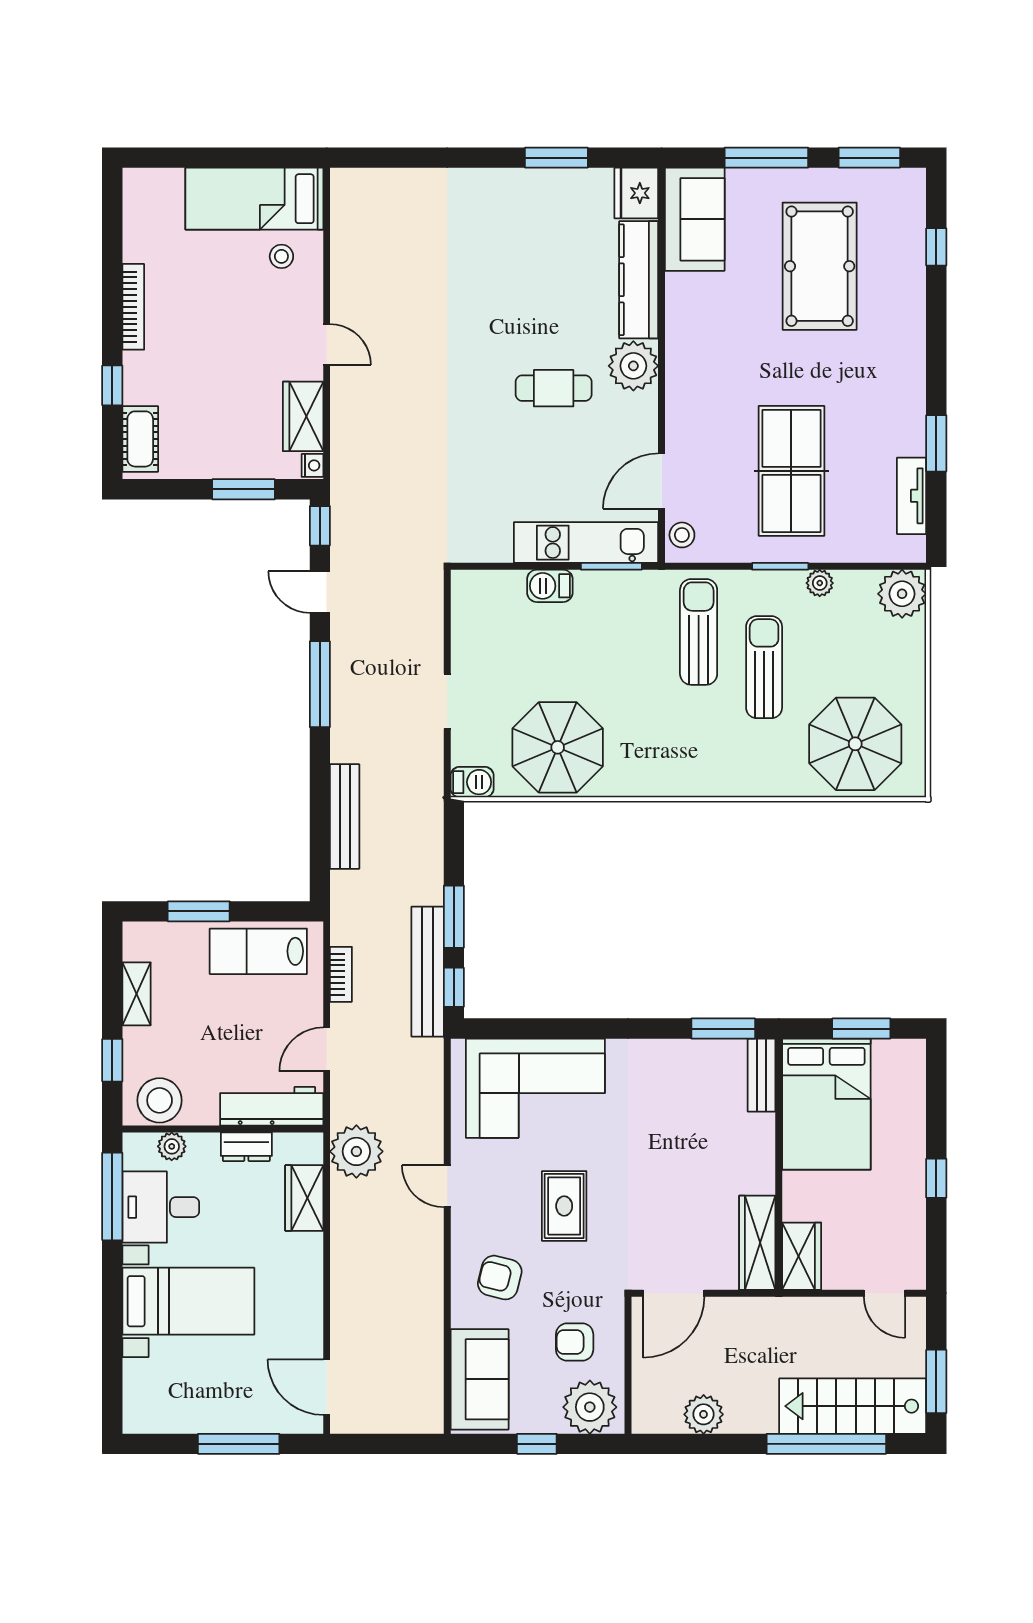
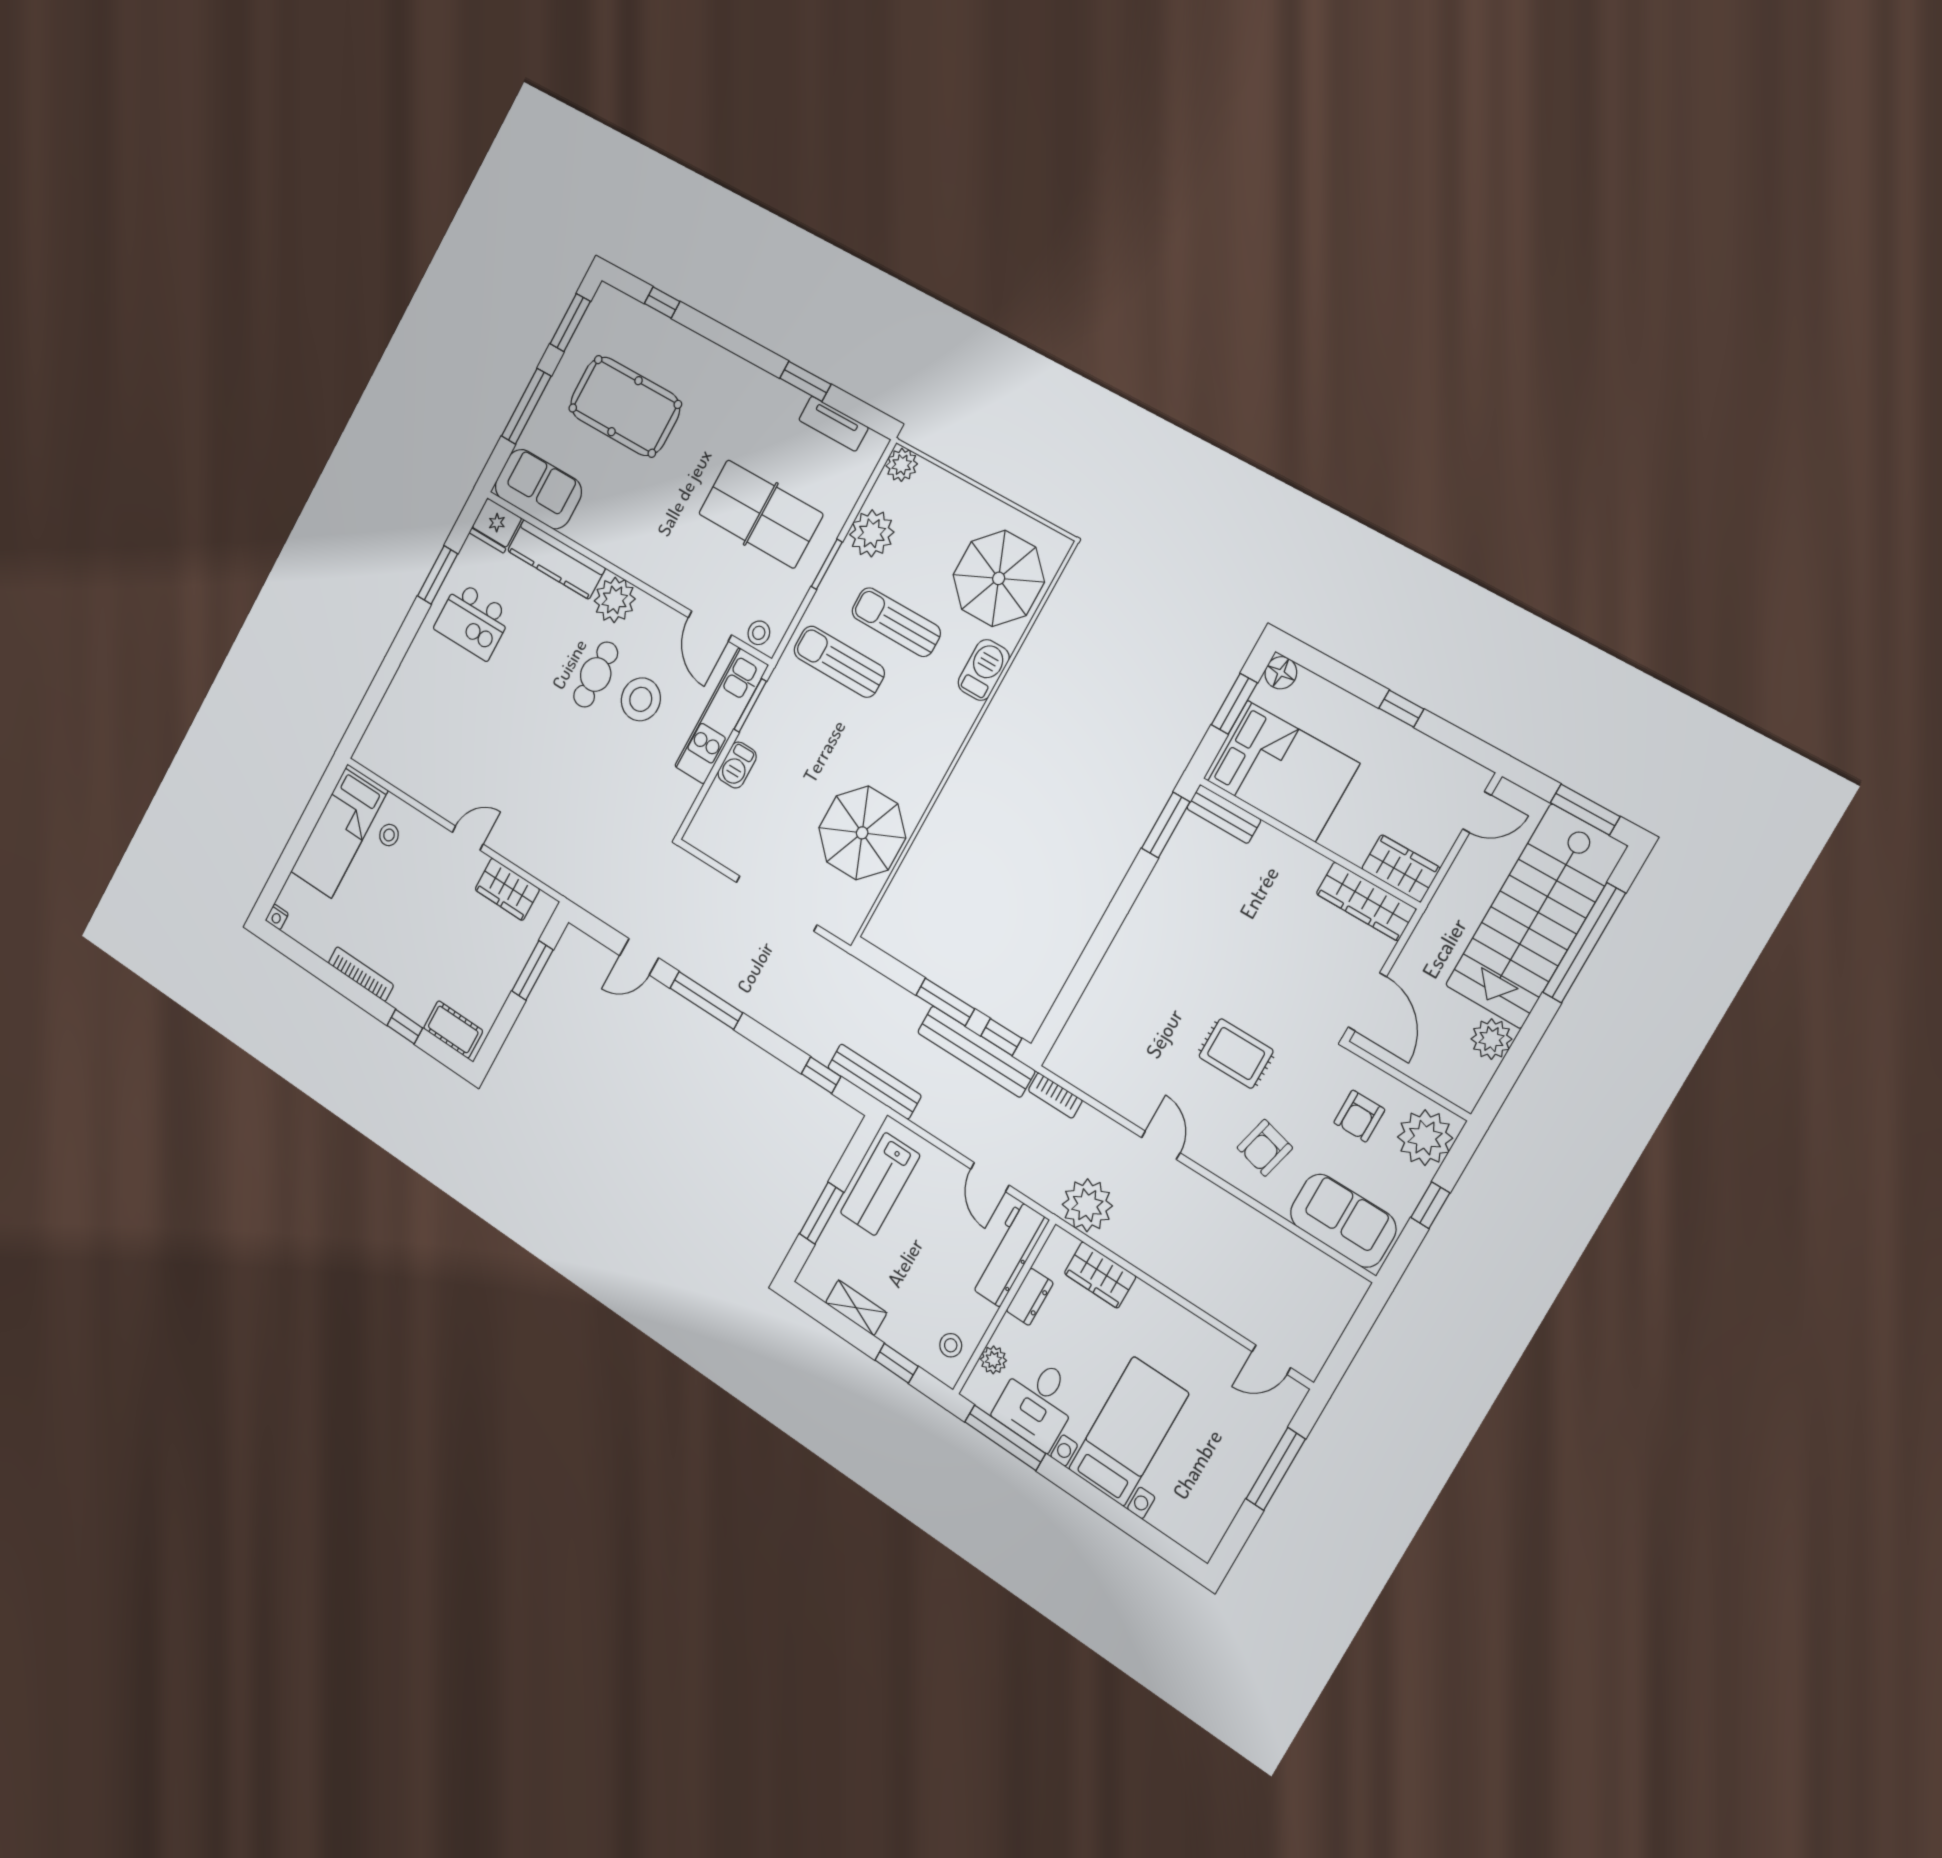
kitchen island: (533, 224) -> (473, 621), added
stool: (556, 450) -> (641, 699), added
nightstand: (312, 465) -> (277, 917), moved, turned 180
window: (320, 526) -> (821, 1075), moved
plant: (820, 583) -> (872, 533), width x1.88, depth x1.88
plant: (902, 594) -> (902, 465), width x0.73, depth x0.73
doorway: (447, 701) -> (776, 903), width x1.88
barbecue: (472, 782) -> (984, 670), moved, width x1.38, depth x1.27
bench: (345, 817) -> (874, 1082), moved
bookcase: (341, 974) -> (1055, 1095), moved, turned 180
floor lamp: (910, 1055) -> (1281, 673), added
corner sofa: (535, 1088) -> (1123, 1018), removed
stool: (160, 1100) -> (951, 1345), width x0.53, depth x0.53
door: (447, 1186) -> (1161, 1145), swing flipped
door: (327, 1387) -> (1271, 1360), width x0.73
stairs: (853, 1406) -> (1536, 916), width x1.36, depth x1.51

